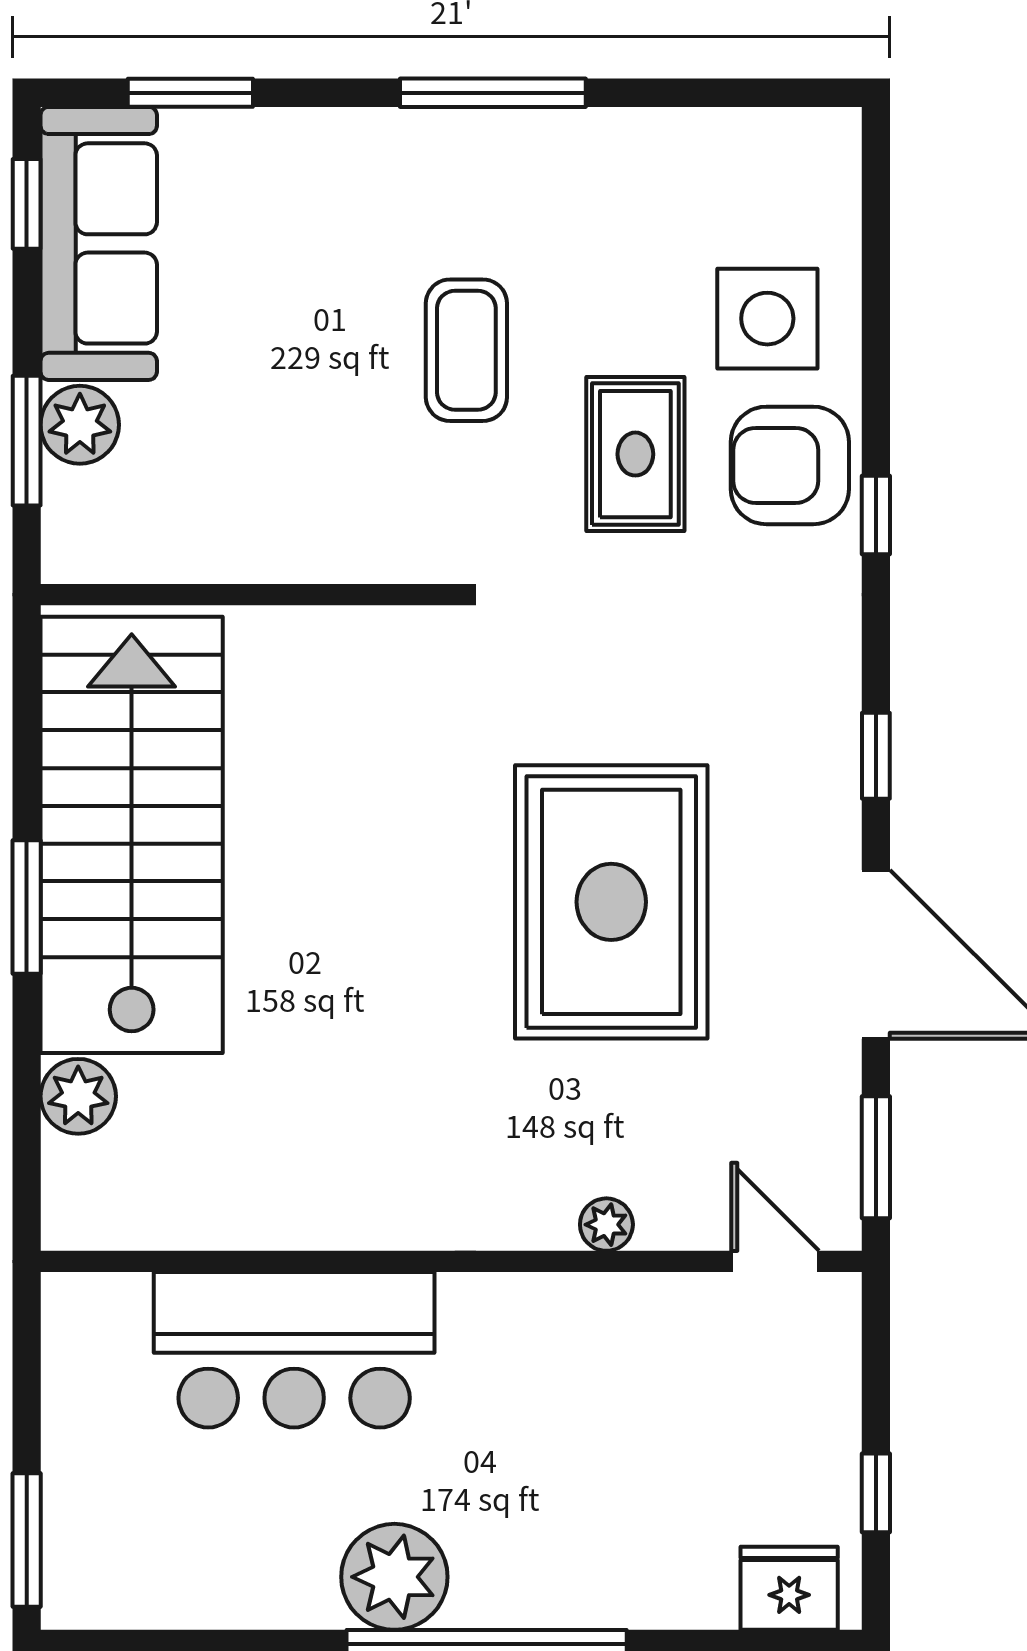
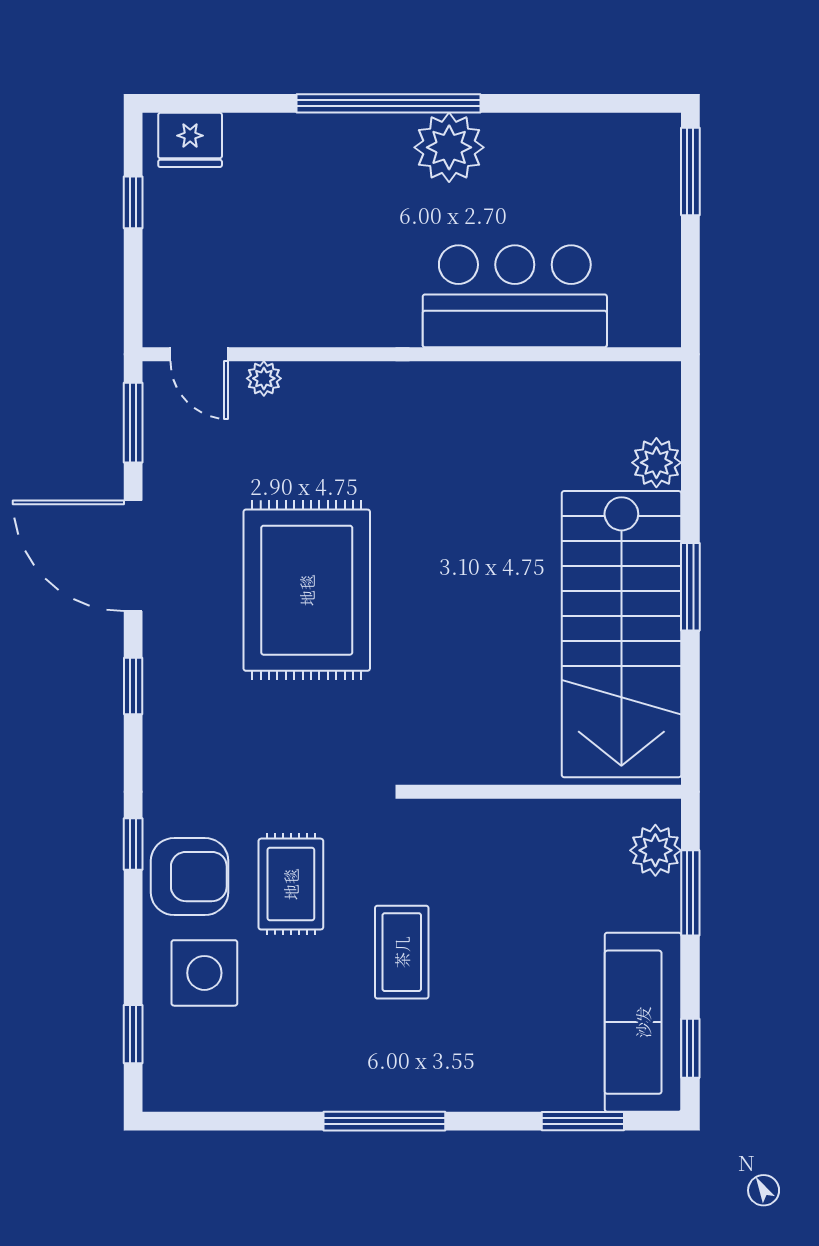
window: (876, 225) -> (133, 1034), added
plant: (80, 425) -> (655, 850), moved
plant: (606, 1225) -> (264, 378), moved

